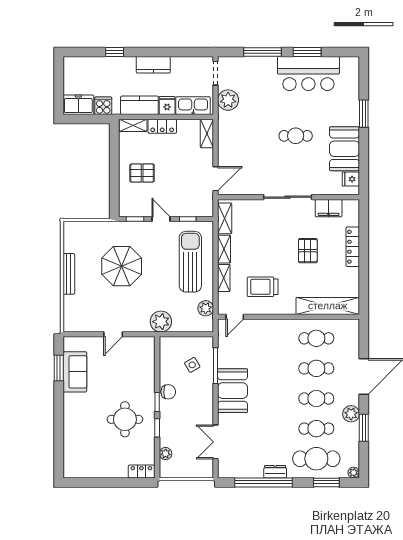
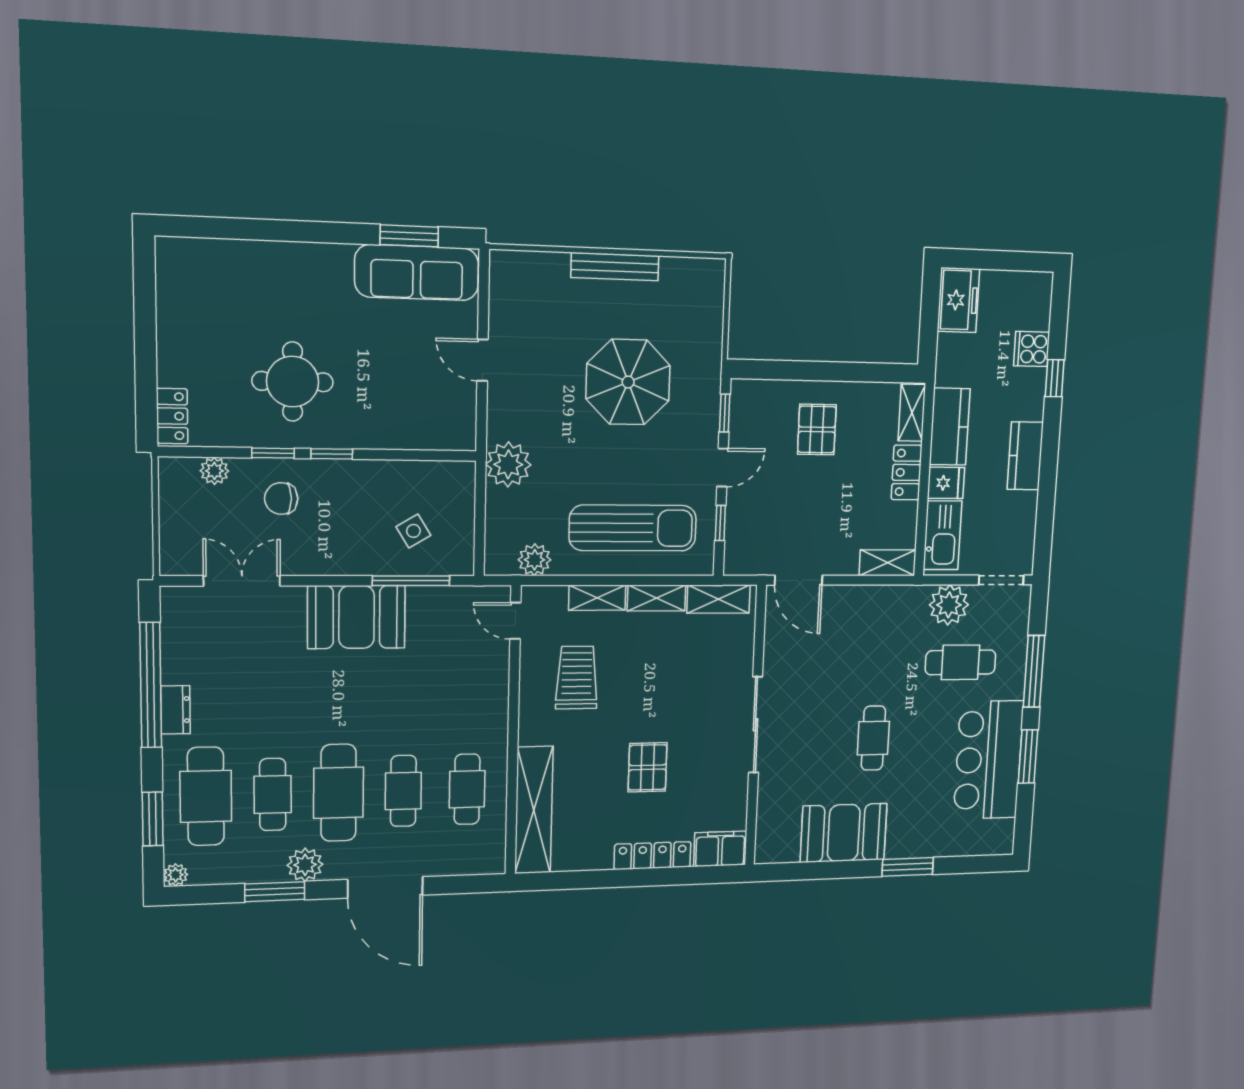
cafe table: (257, 92) -> (961, 662), added
cooker: (103, 106) -> (1032, 349), moved, turned 180
fridge: (351, 179) -> (785, 847), removed
filing cabinet: (329, 208) -> (720, 849), moved, turned 90
pallet: (308, 251) -> (648, 767), turned 90
sofa: (75, 372) -> (417, 273), width x1.36
chair: (168, 392) -> (281, 499), moved, turned 90
cafe table: (316, 399) -> (339, 793), width x1.37, depth x1.35

